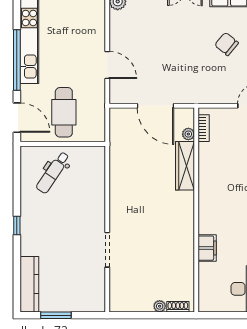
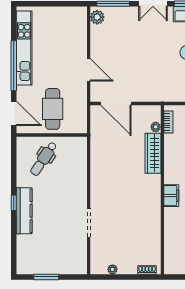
door: (155, 106) -> (116, 103), moved
filing cabinet: (207, 248) -> (171, 196), moved
kitchen counter: (29, 284) -> (24, 211), moved
plant: (160, 306) -> (112, 269), moved

